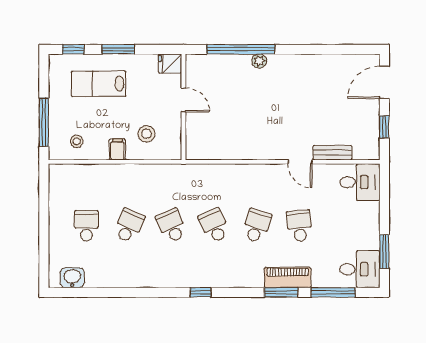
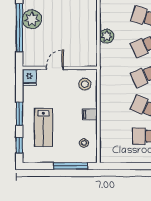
plant: (259, 61) -> (32, 19), width x1.87, depth x1.87
stool: (147, 134) -> (85, 84), moved
plant: (229, 174) -> (107, 36), added

